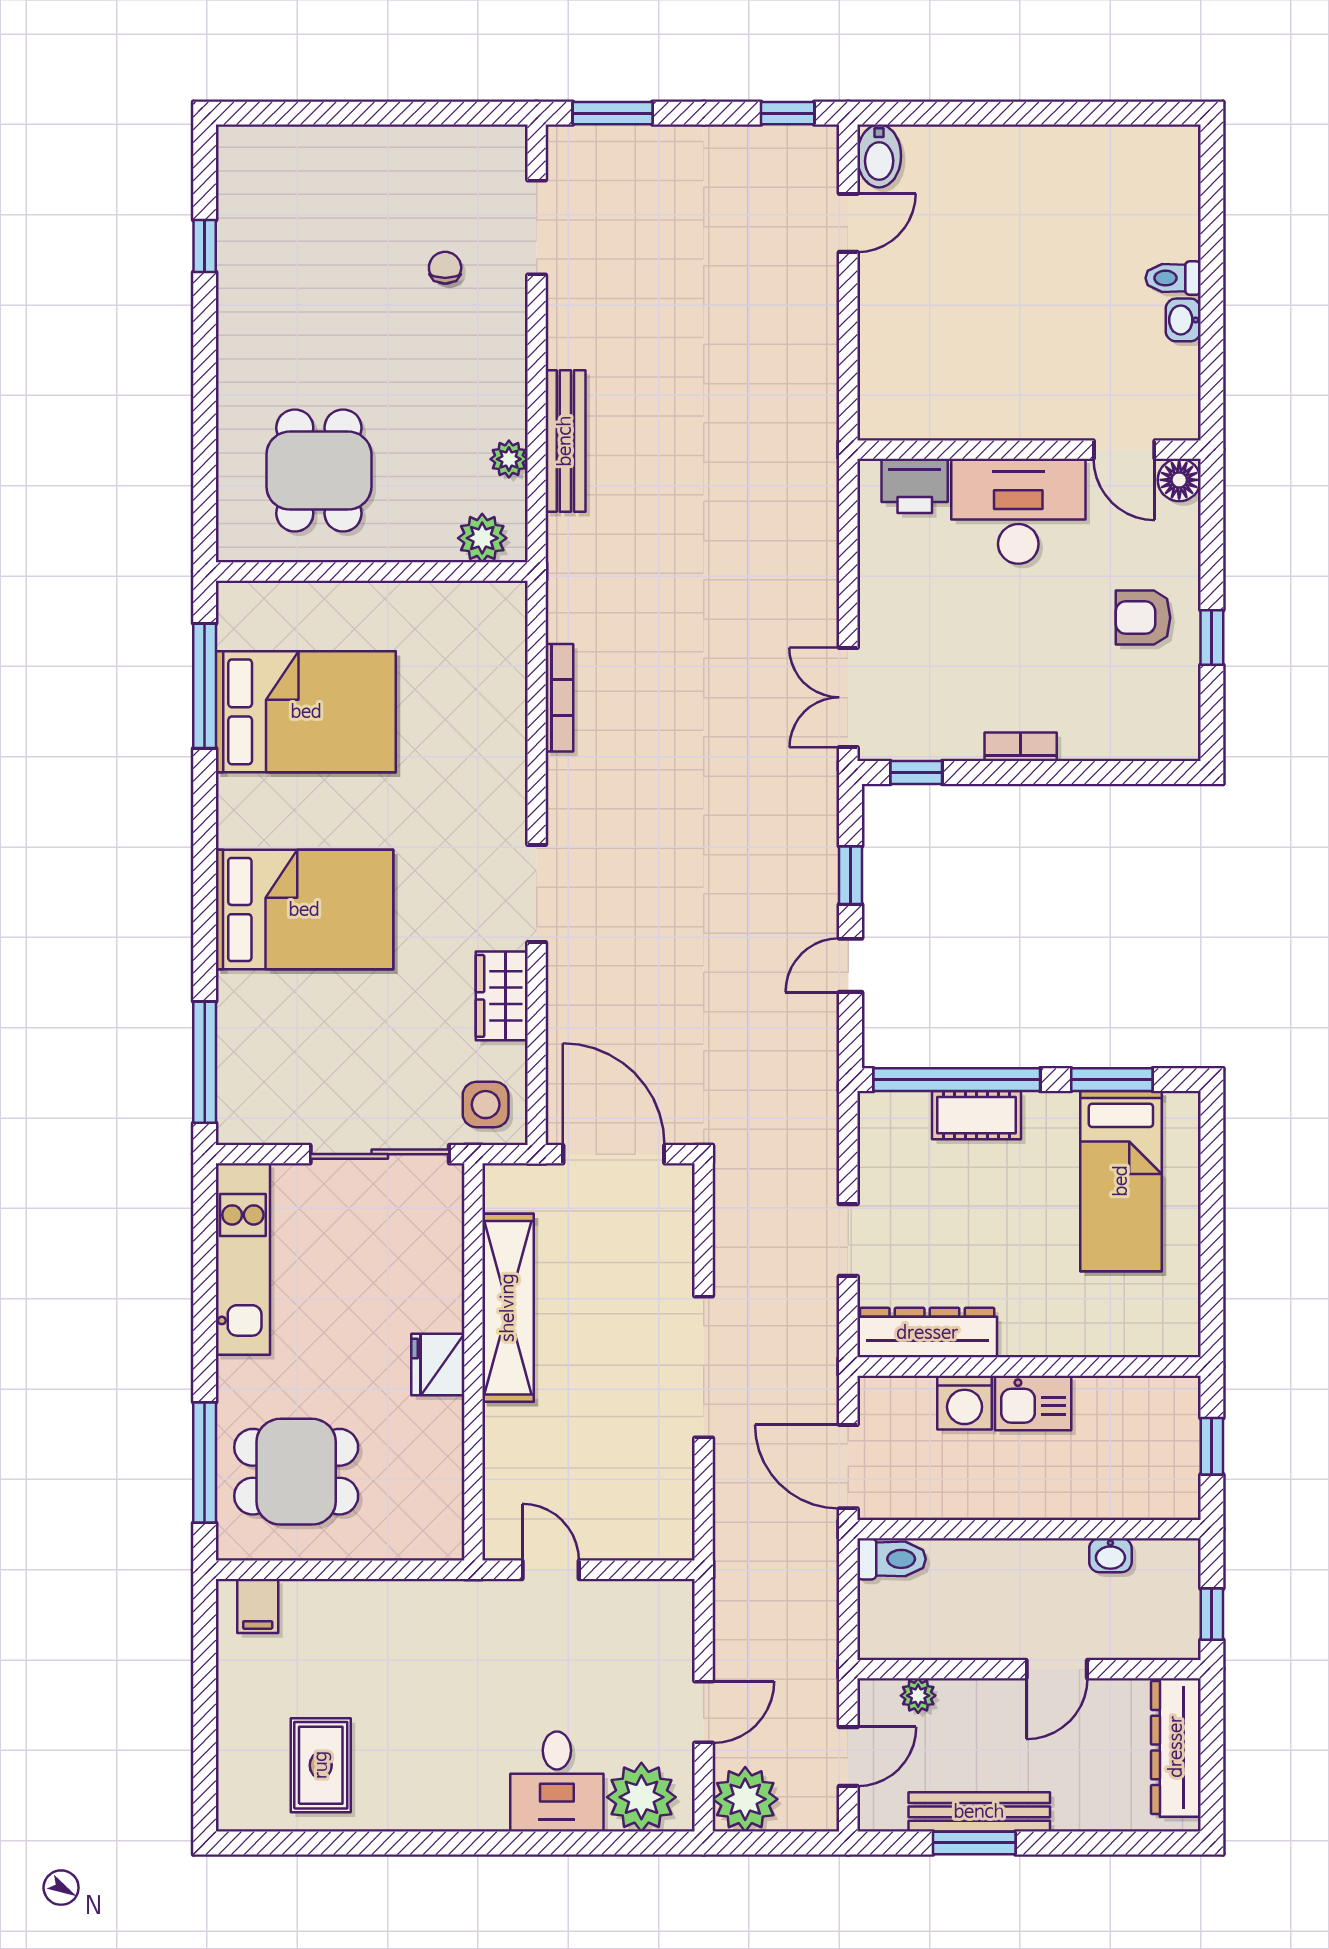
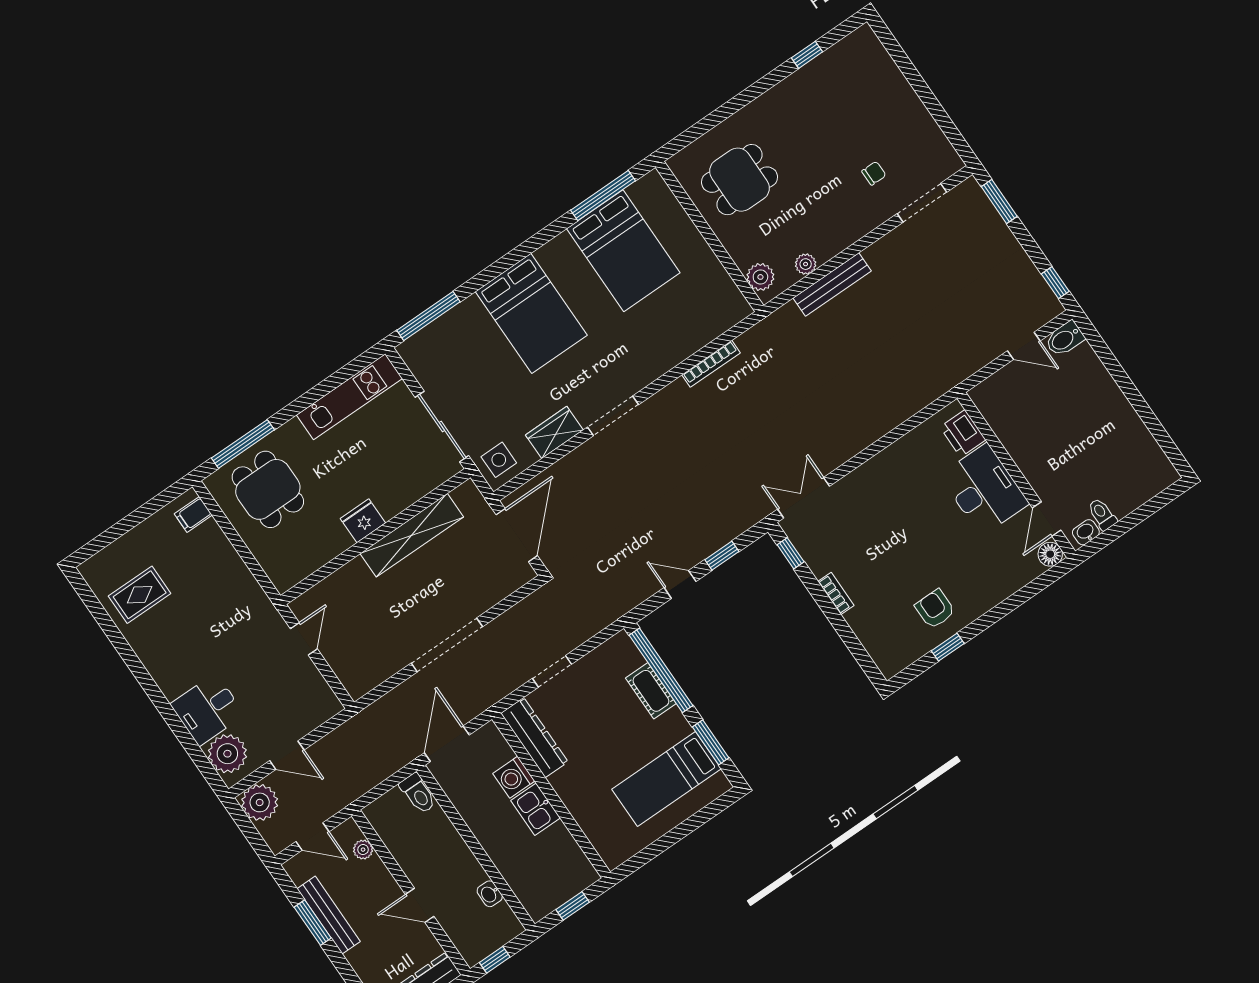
wall: (1029, 450) -> (1016, 475), moved
door: (1124, 450) -> (1047, 519), moved
floor lamp: (1179, 480) -> (1050, 554), moved
printer: (915, 486) -> (963, 433), moved
desk: (1018, 511) -> (984, 490), moved

